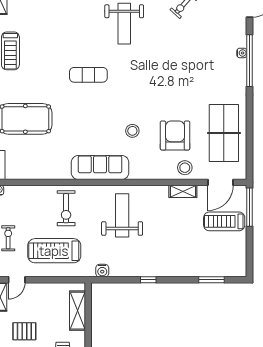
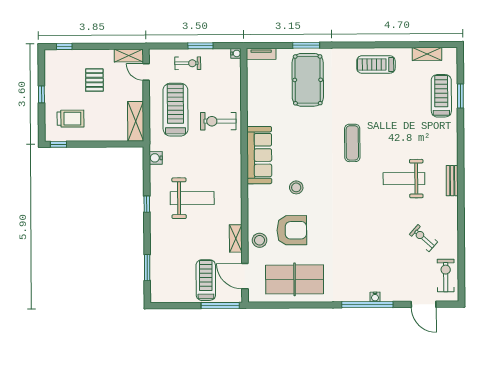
weight bench: (122, 215) -> (192, 198), moved
shelving: (78, 311) -> (136, 121), moved, turned 90

